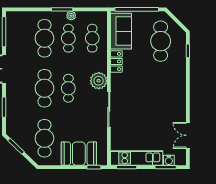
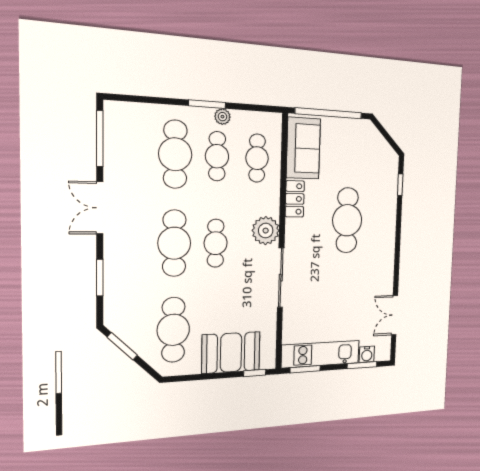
cafe table: (161, 41) -> (347, 220), moved

